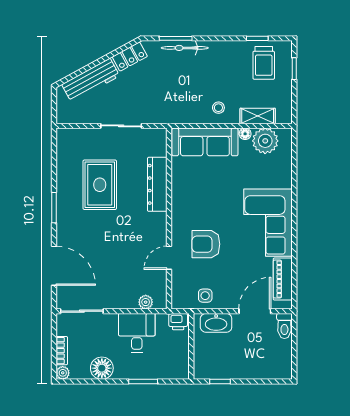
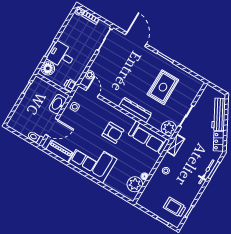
shelving: (258, 116) -> (176, 145), moved
plant: (154, 140) -> (169, 128), added
sofa: (205, 142) -> (149, 138), moved, turned -90
dresser: (157, 184) -> (135, 110), moved
rug: (100, 185) -> (163, 87), turned 90
armchair: (206, 244) -> (113, 133), moved, turned 90
door: (169, 258) -> (92, 93), moved
door: (54, 266) -> (136, 39), swing flipped
door: (255, 311) -> (52, 127), hinge flipped
desk: (137, 333) -> (61, 55), moved, turned 180
floor lamp: (102, 368) -> (48, 68), moved

